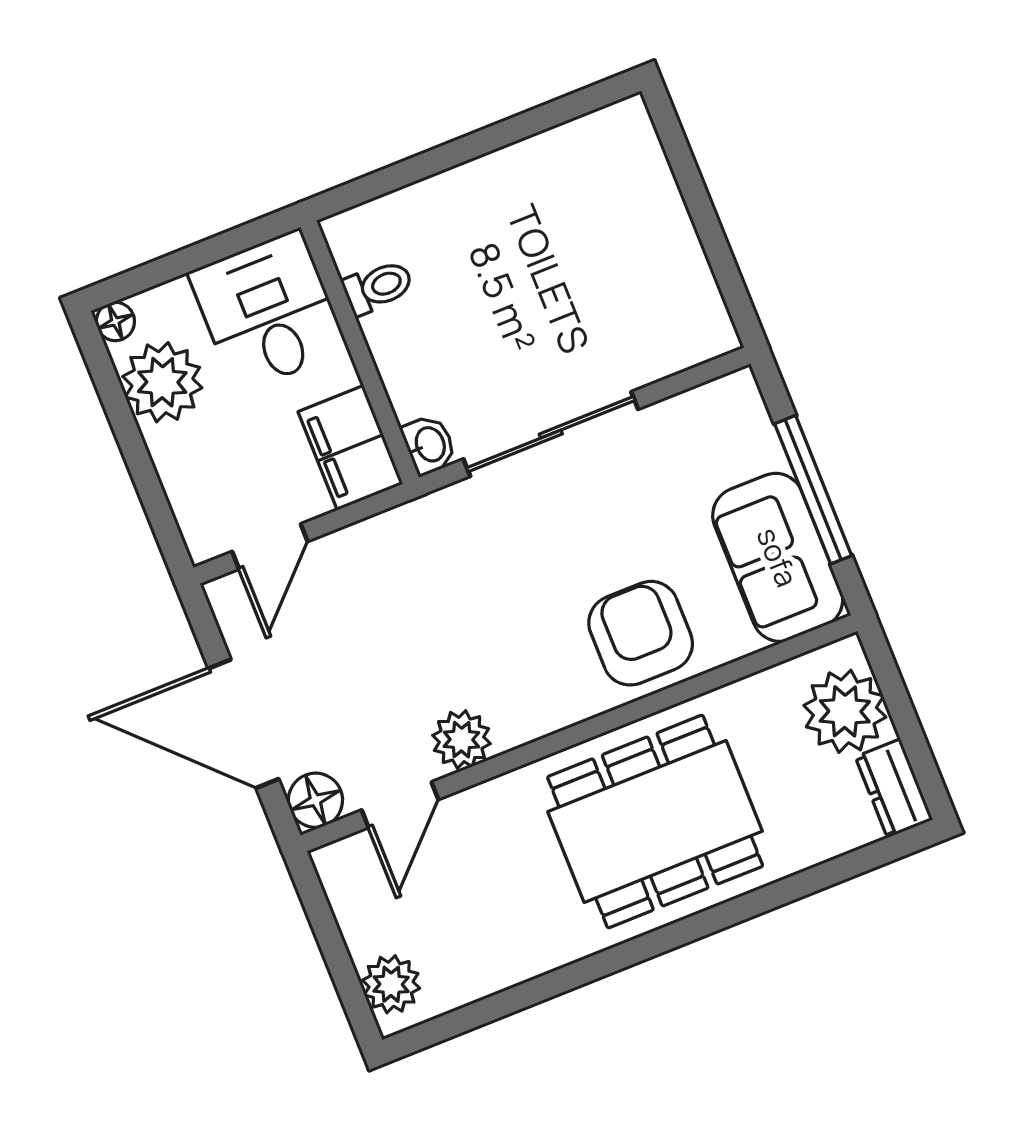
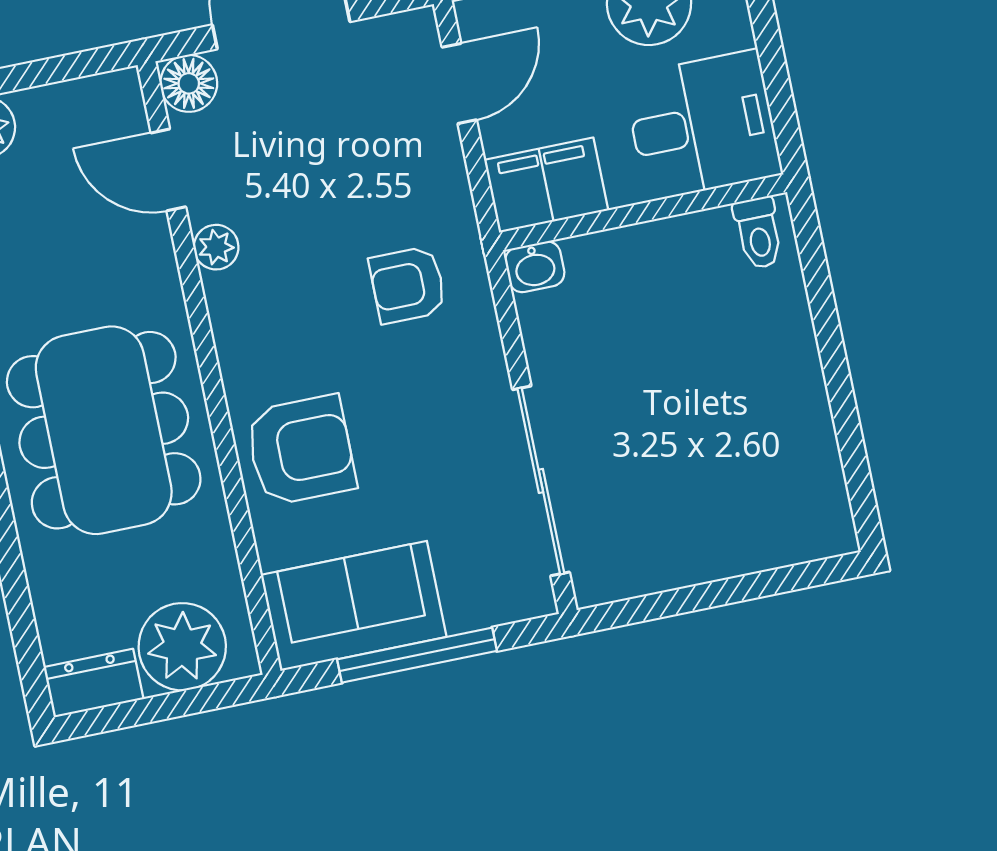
toilet: (378, 287) -> (758, 233), moved
sliding door: (551, 434) -> (541, 481), moved
door: (270, 546) -> (459, 84), swing flipped
armchair: (467, 561) -> (408, 285), added
plant: (461, 740) -> (216, 247), width x0.73, depth x0.73

